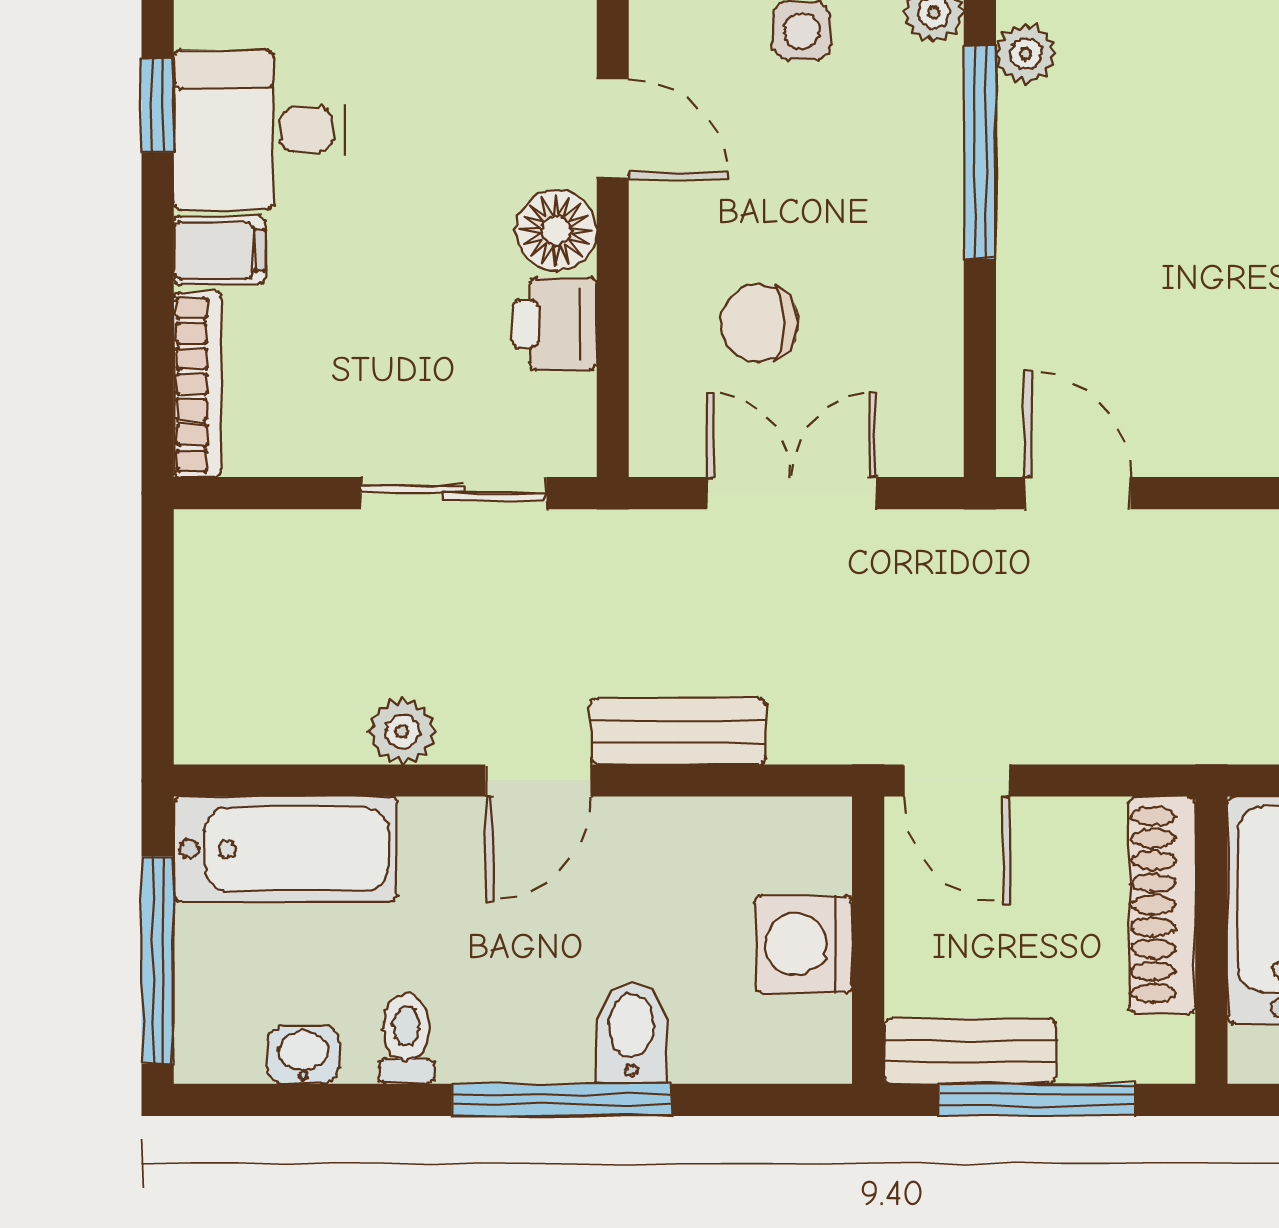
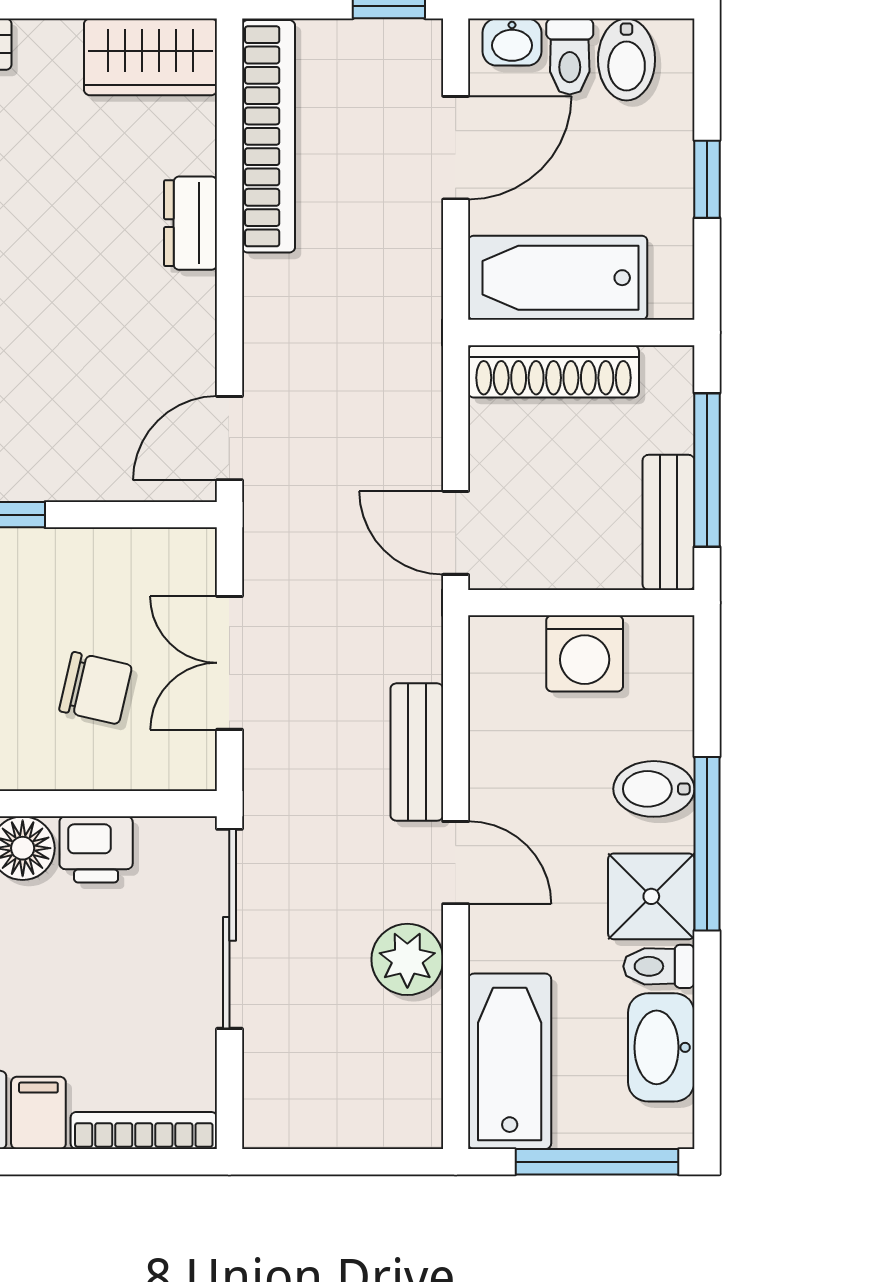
chair: (759, 323) -> (96, 688), turned -77
sliding door: (454, 493) -> (229, 929), width x1.37
plant: (402, 731) -> (407, 959), width x1.38, depth x1.38
door: (957, 780) -> (456, 533), swing flipped
shower: (495, 1029) -> (651, 896), added
washbasin: (303, 1055) -> (661, 1047), width x1.91, depth x1.45

